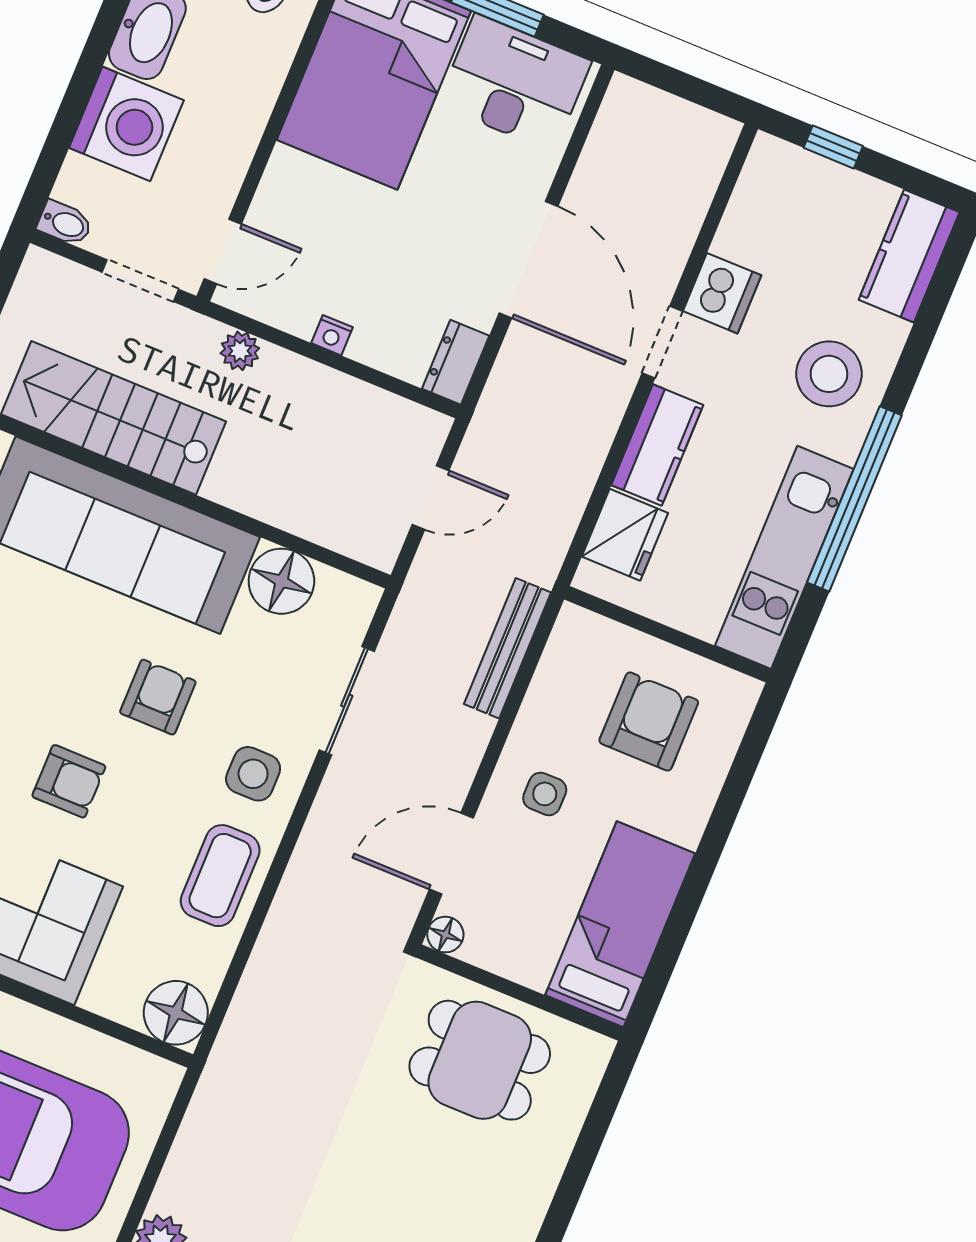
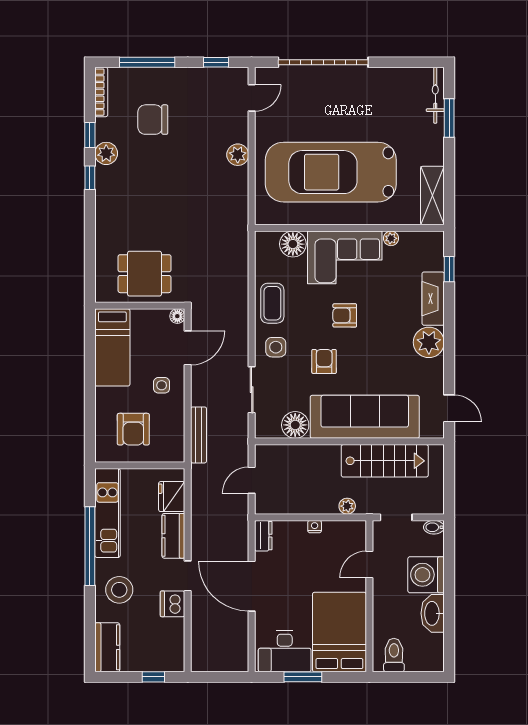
door: (223, 251) -> (369, 564), moved
armchair: (158, 697) -> (324, 361), turned 180
floor lamp: (176, 1013) -> (293, 244), moved

